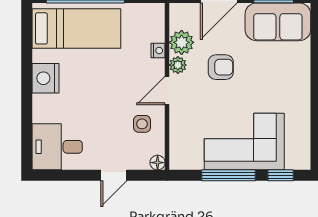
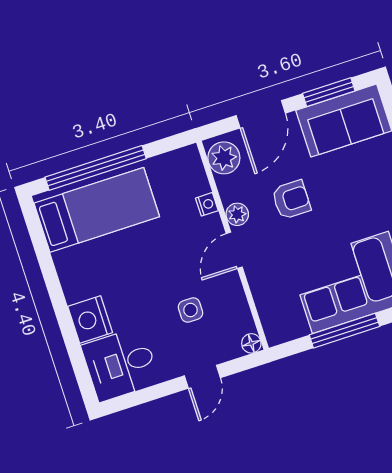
plant: (182, 42) -> (224, 158), moved
nightstand: (45, 78) -> (90, 320), moved
side table: (142, 124) -> (190, 310), moved

